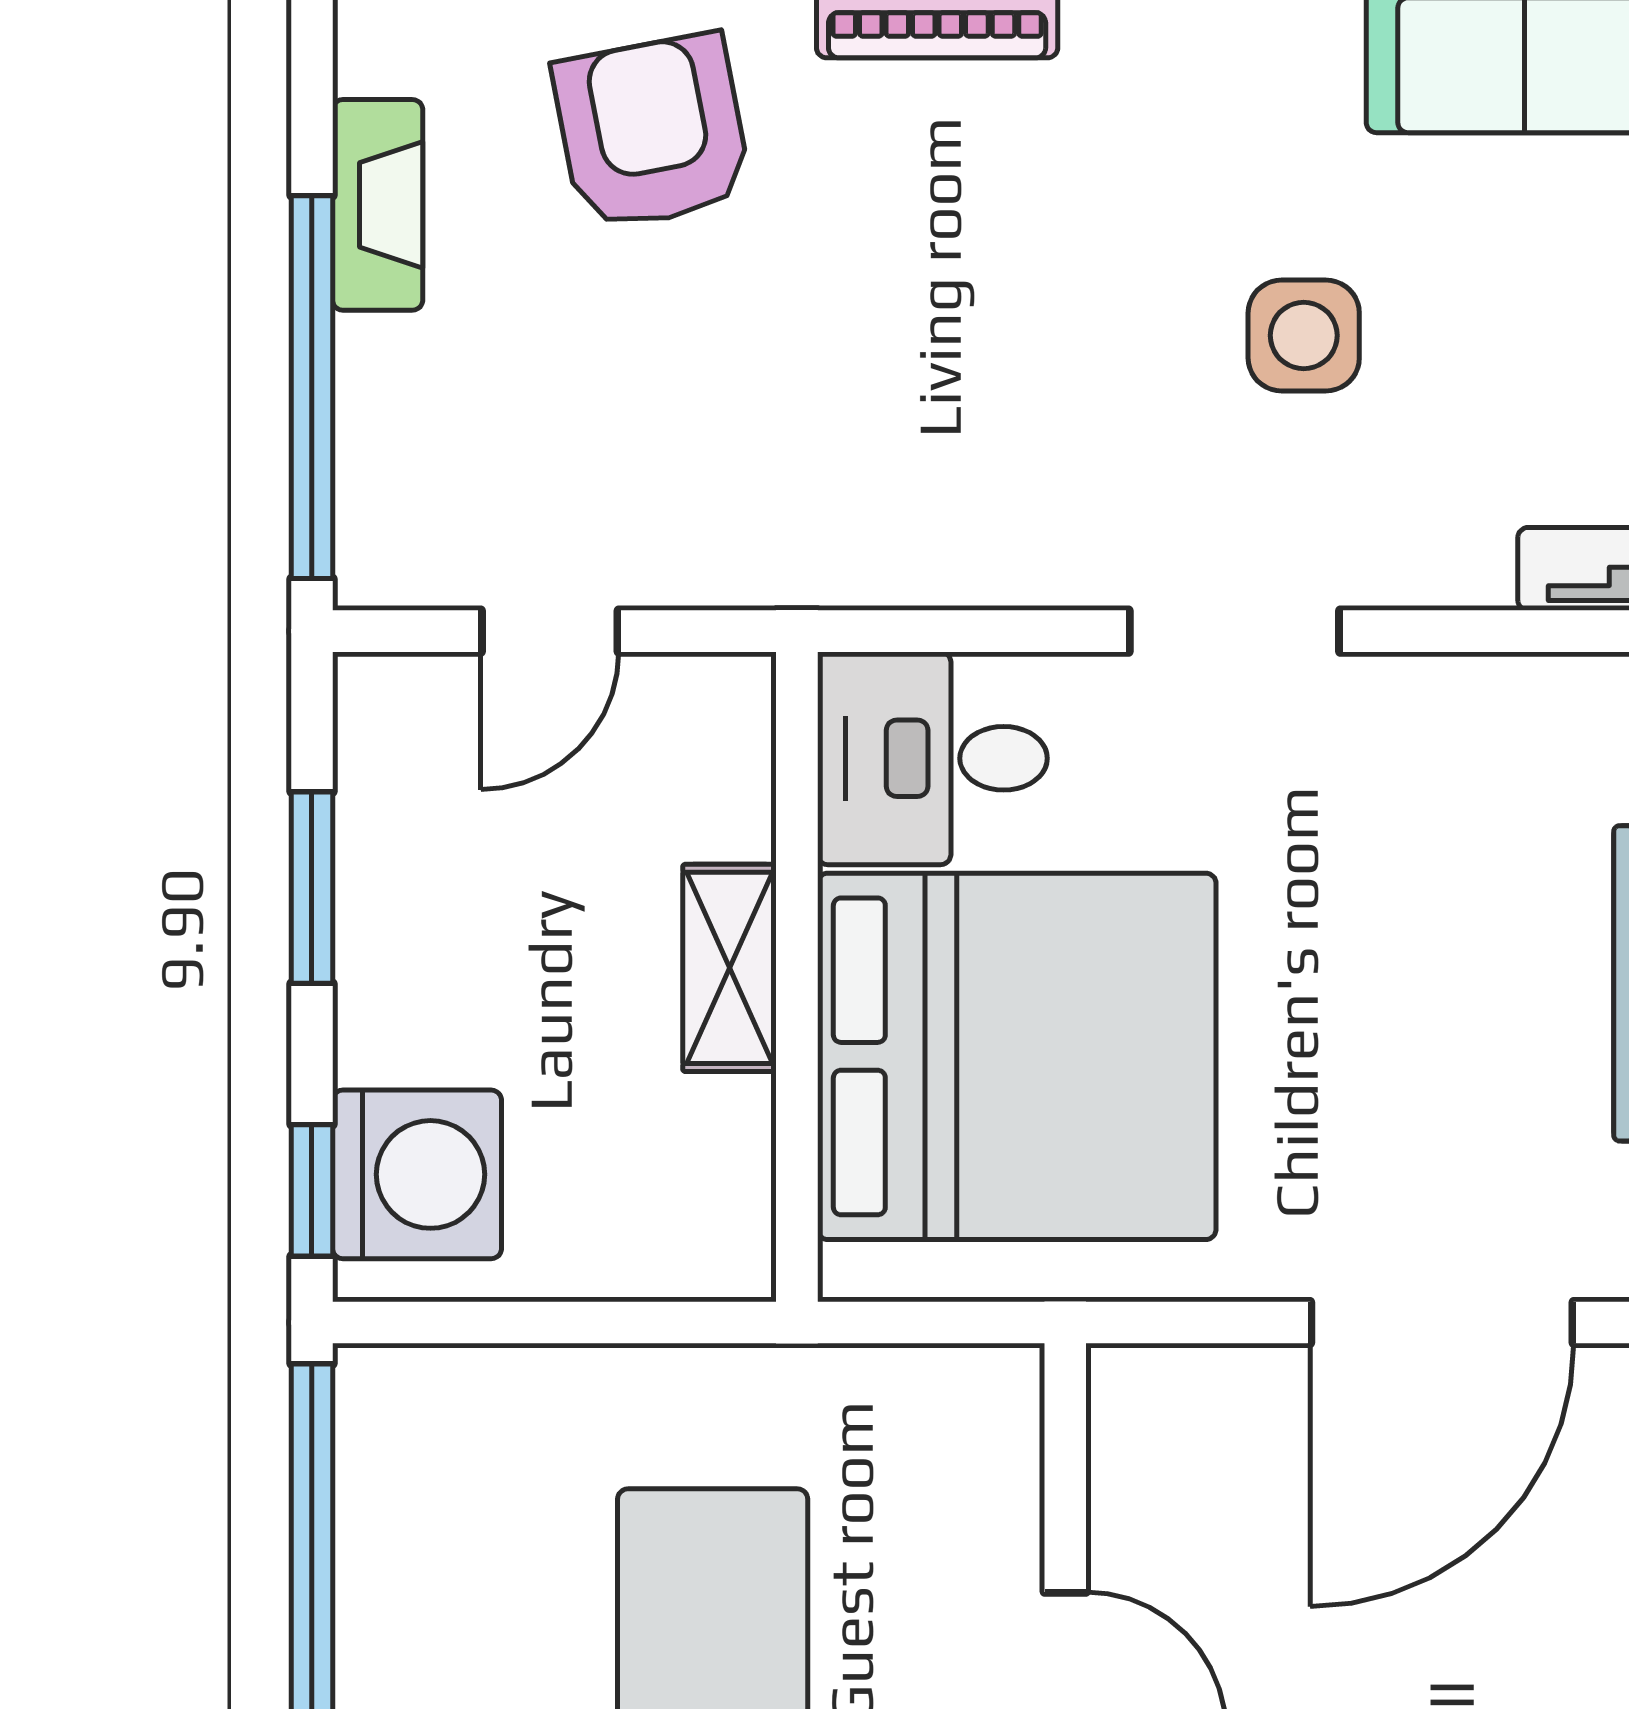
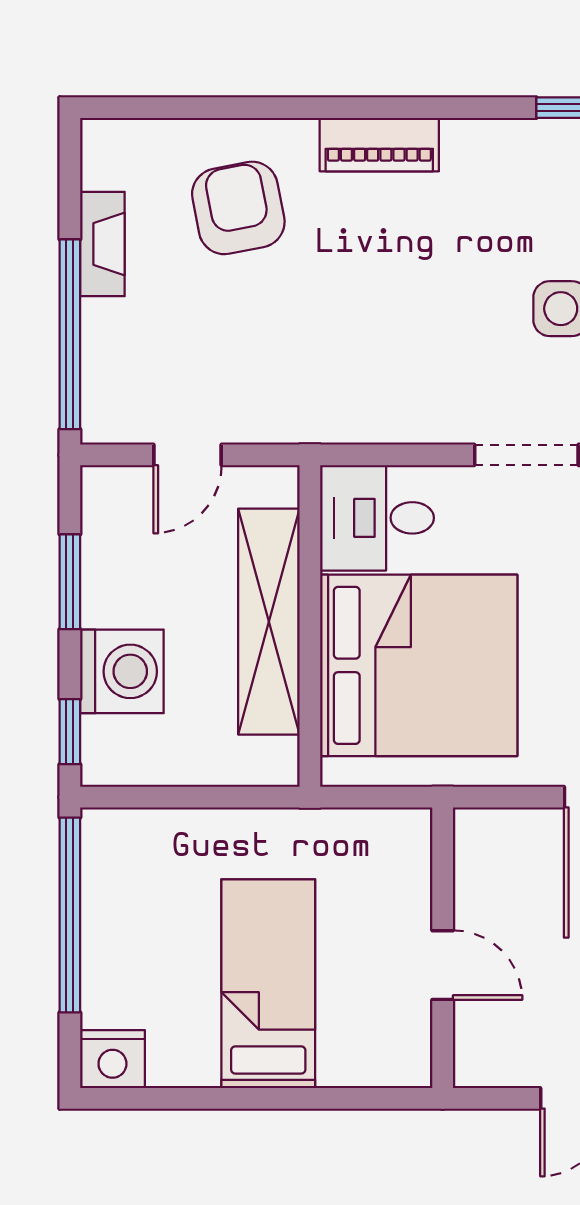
shelving: (730, 968) -> (269, 622), width x2.20, depth x1.33
washing machine: (417, 1174) -> (122, 671), moved

